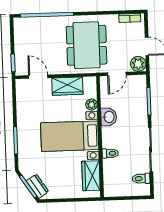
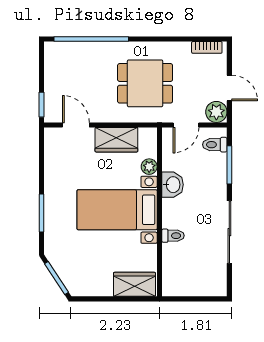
dining table: (87, 45) -> (145, 83), width x0.73
wardrobe: (91, 176) -> (134, 284), moved, turned 90
toilet: (141, 179) -> (215, 145), moved
dresser: (38, 186) -> (70, 278), removed

